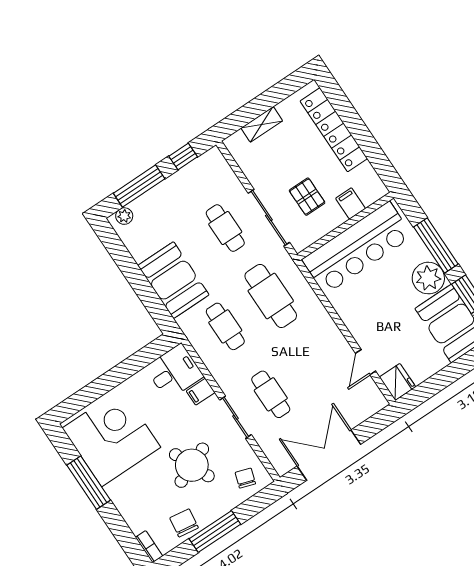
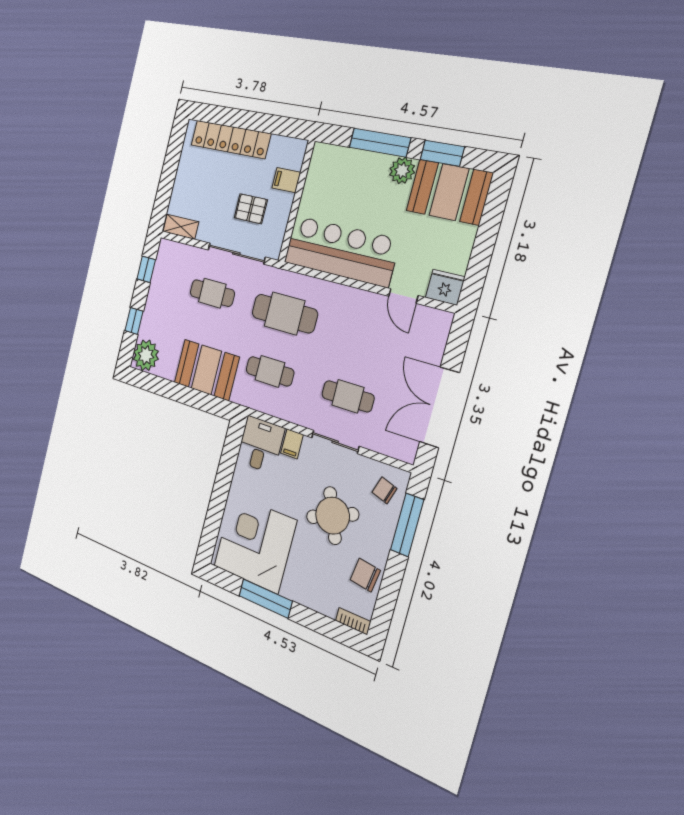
shelving: (262, 124) -> (181, 227), moved, turned 90
window: (139, 186) -> (134, 321), width x0.46
plant: (124, 216) -> (146, 355), width x1.87, depth x1.87
bar counter: (357, 248) -> (341, 251), moved, turned -90
plant: (428, 278) -> (402, 170), width x0.73, depth x0.73
window: (215, 532) -> (407, 525), moved

